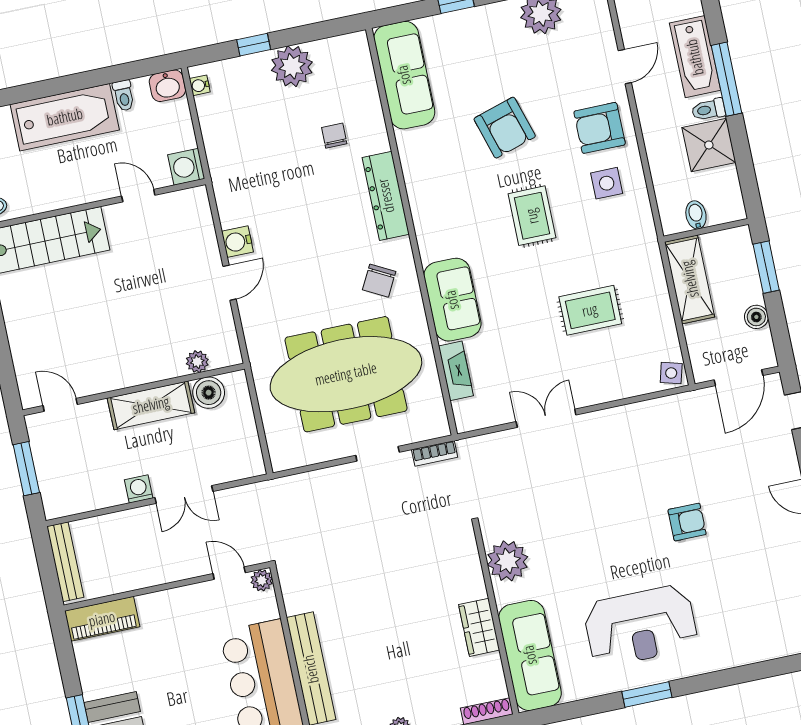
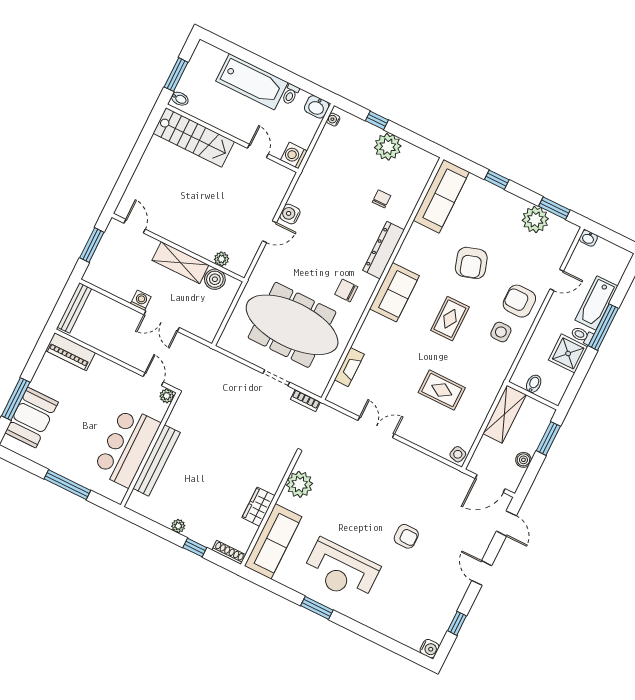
chair: (379, 281) -> (346, 290), turned 62
sofa: (452, 300) -> (394, 292), moved

